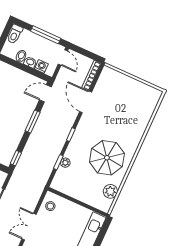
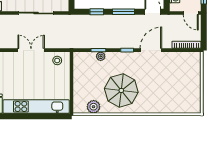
door: (63, 58) -> (191, 13), hinge flipped
door: (86, 102) -> (151, 50), moved
window: (16, 158) -> (97, 12), moved

